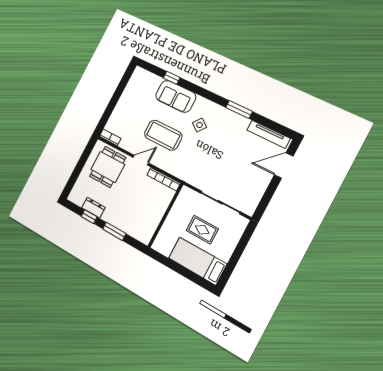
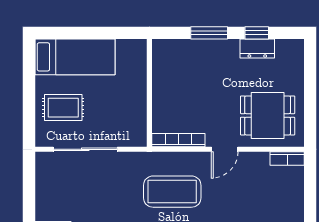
coffee table: (163, 135) -> (172, 192), moved
dining table: (108, 167) -> (268, 115), turned 90
rug: (202, 230) -> (63, 108), moved

